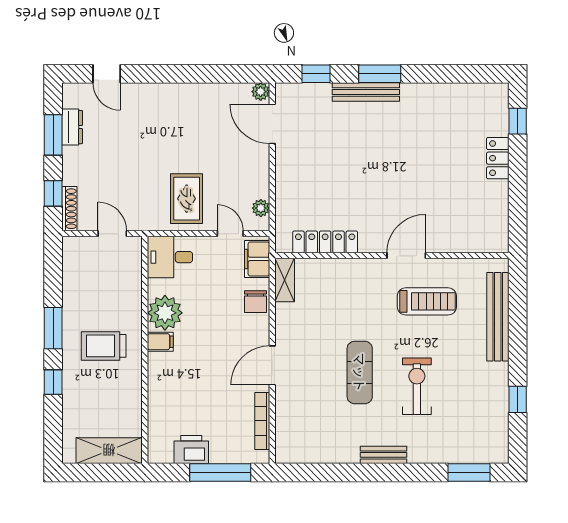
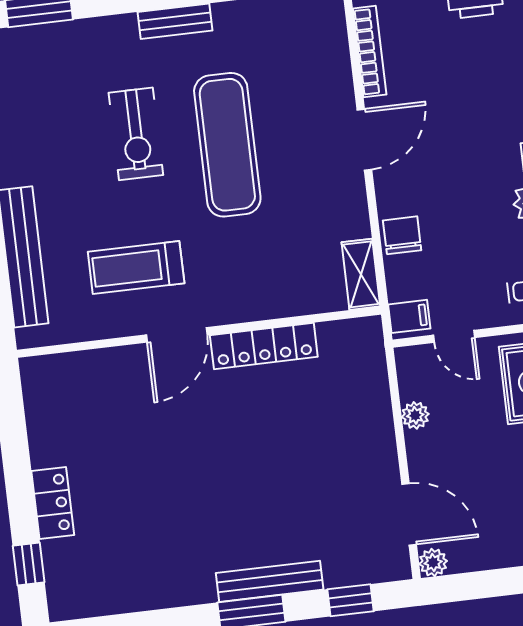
plant: (261, 208) -> (415, 415), moved
locker: (325, 242) -> (264, 346), moved
filing cabinet: (257, 259) -> (409, 316), width x0.50
exercise mat: (360, 372) -> (227, 145), width x1.36, depth x1.45

